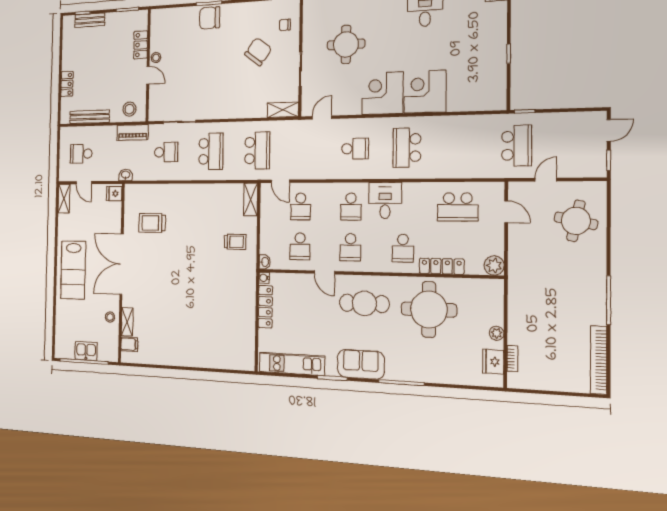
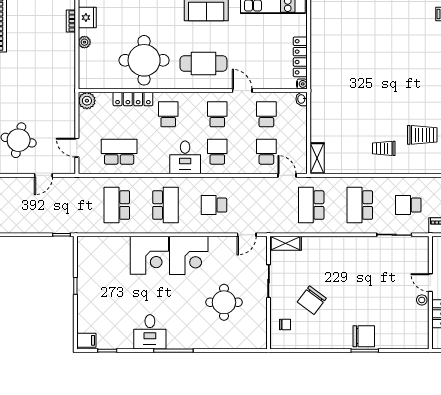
school desk: (517, 146) -> (117, 205), moved
trolley: (235, 242) -> (384, 148), moved

